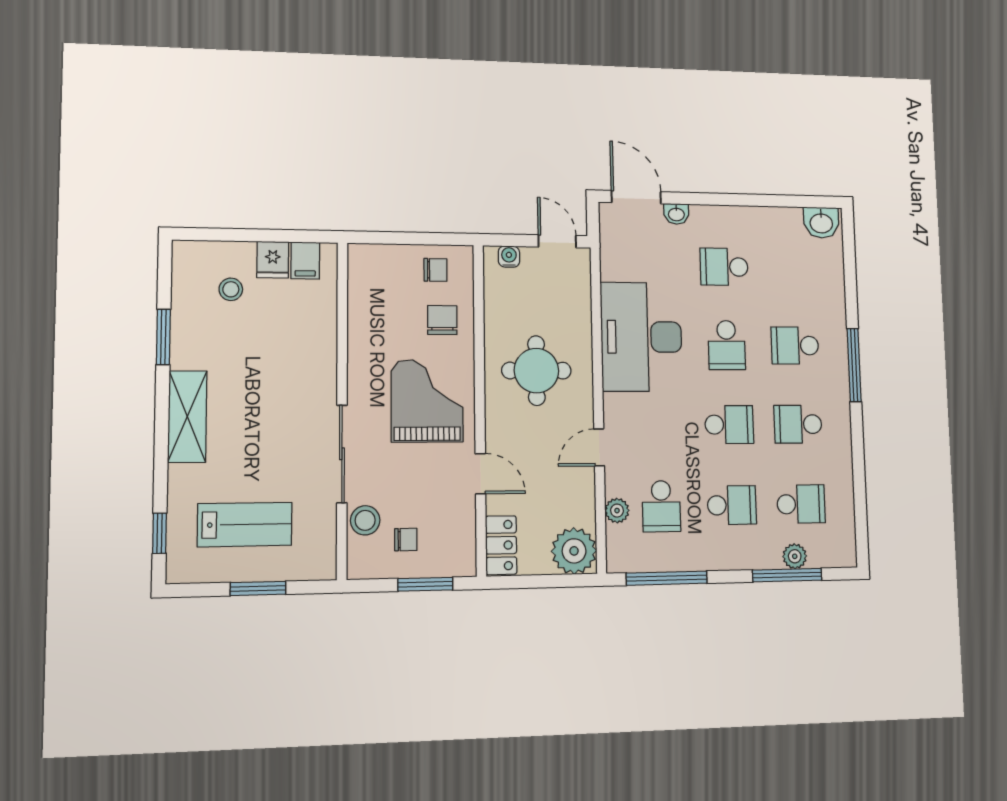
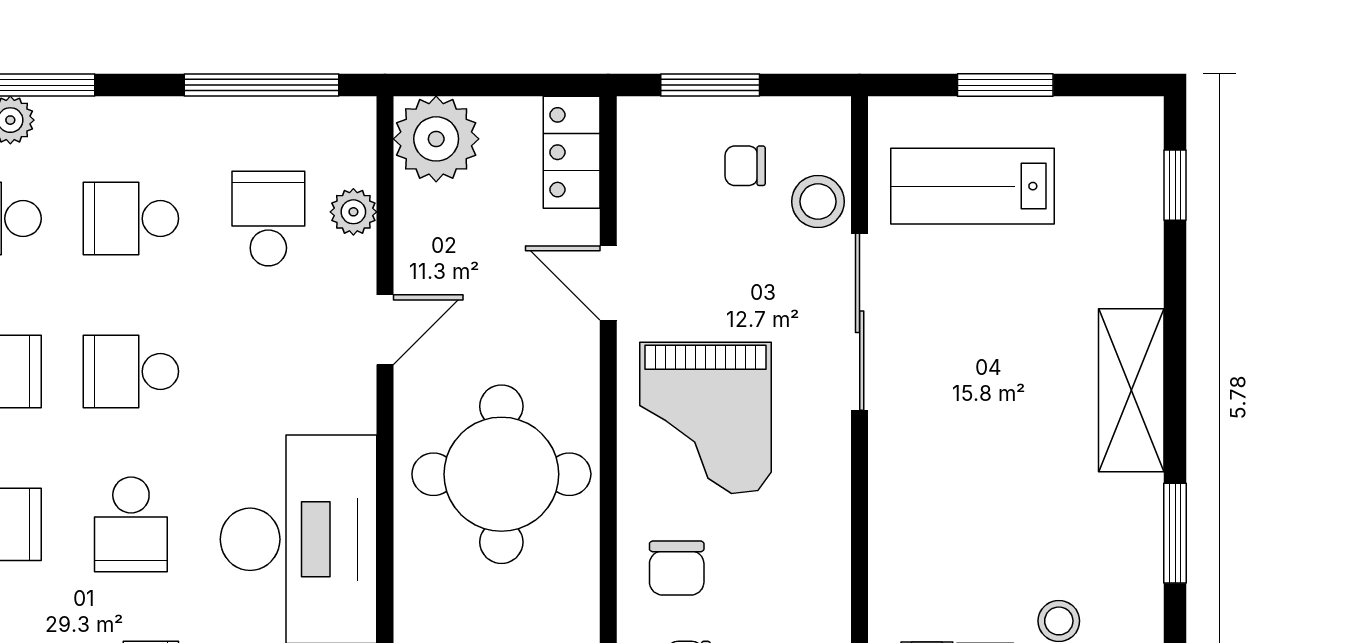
school desk: (727, 345) -> (131, 524), turned 180
round table: (536, 371) -> (501, 474), width x1.36, depth x1.36
lab bench: (245, 525) -> (973, 186), moved

